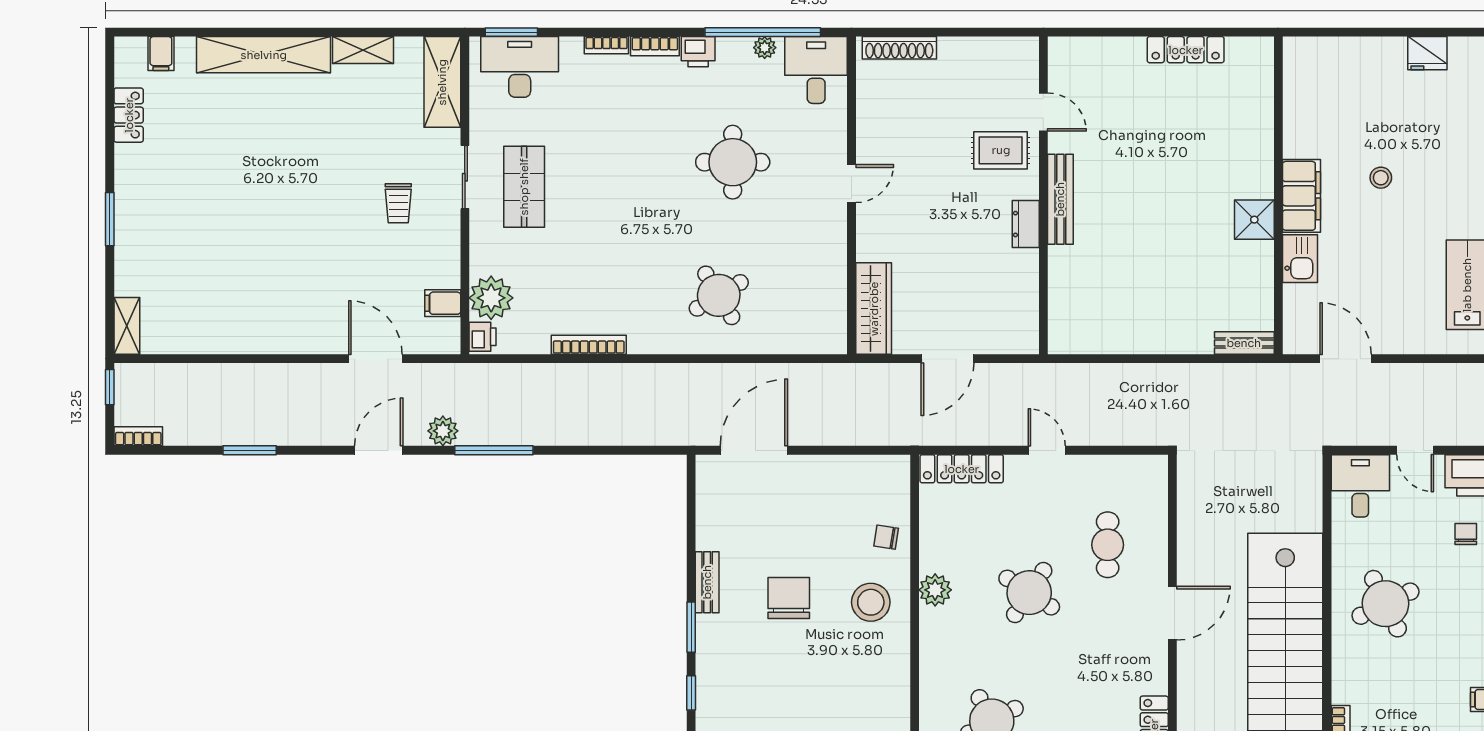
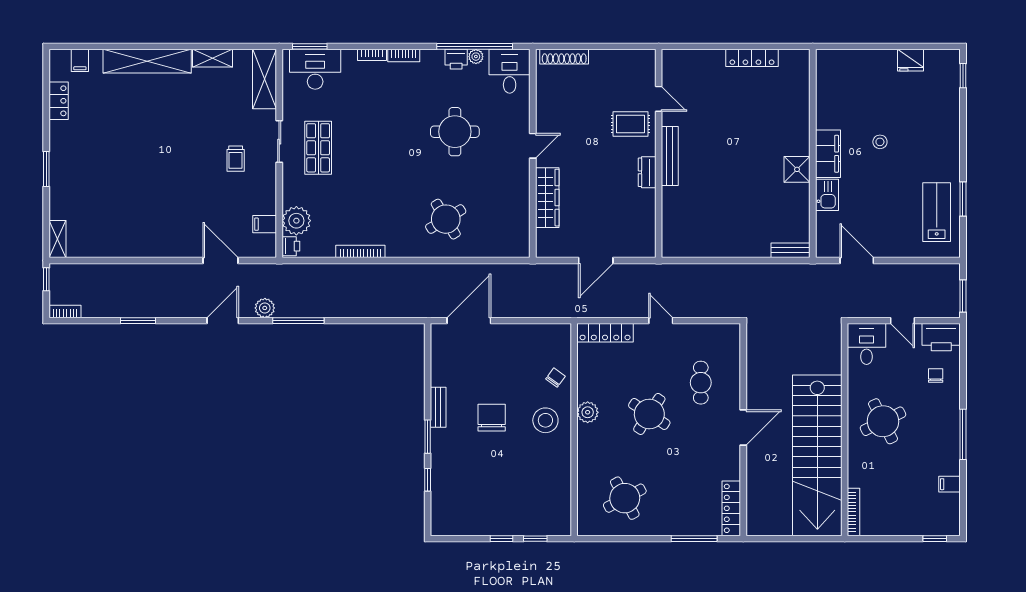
printer: (698, 52) -> (456, 59), moved
wardrobe: (874, 309) -> (547, 198), moved
chair: (886, 537) -> (555, 378), turned 117

